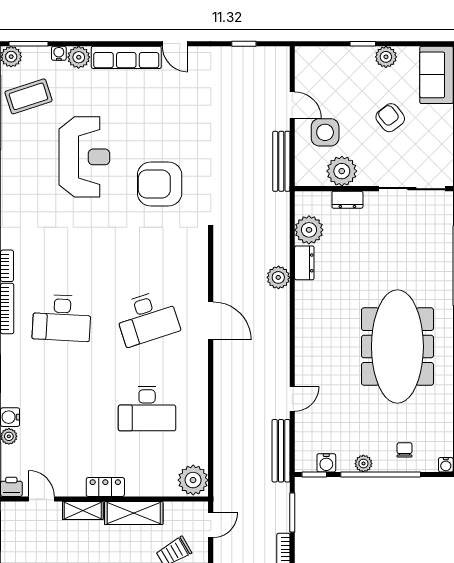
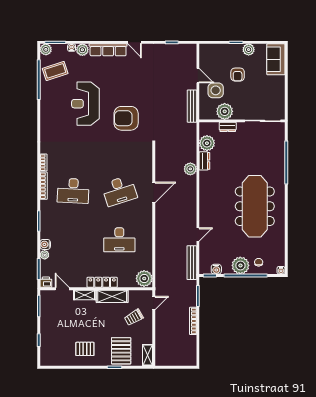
armchair: (390, 118) -> (238, 75), moved, turned -142
reception desk: (84, 157) -> (85, 104), turned 180
door: (211, 321) -> (154, 192), hinge flipped
plant: (363, 464) -> (240, 265), width x1.88, depth x1.88
locker: (105, 487) -> (102, 282), width x1.53

